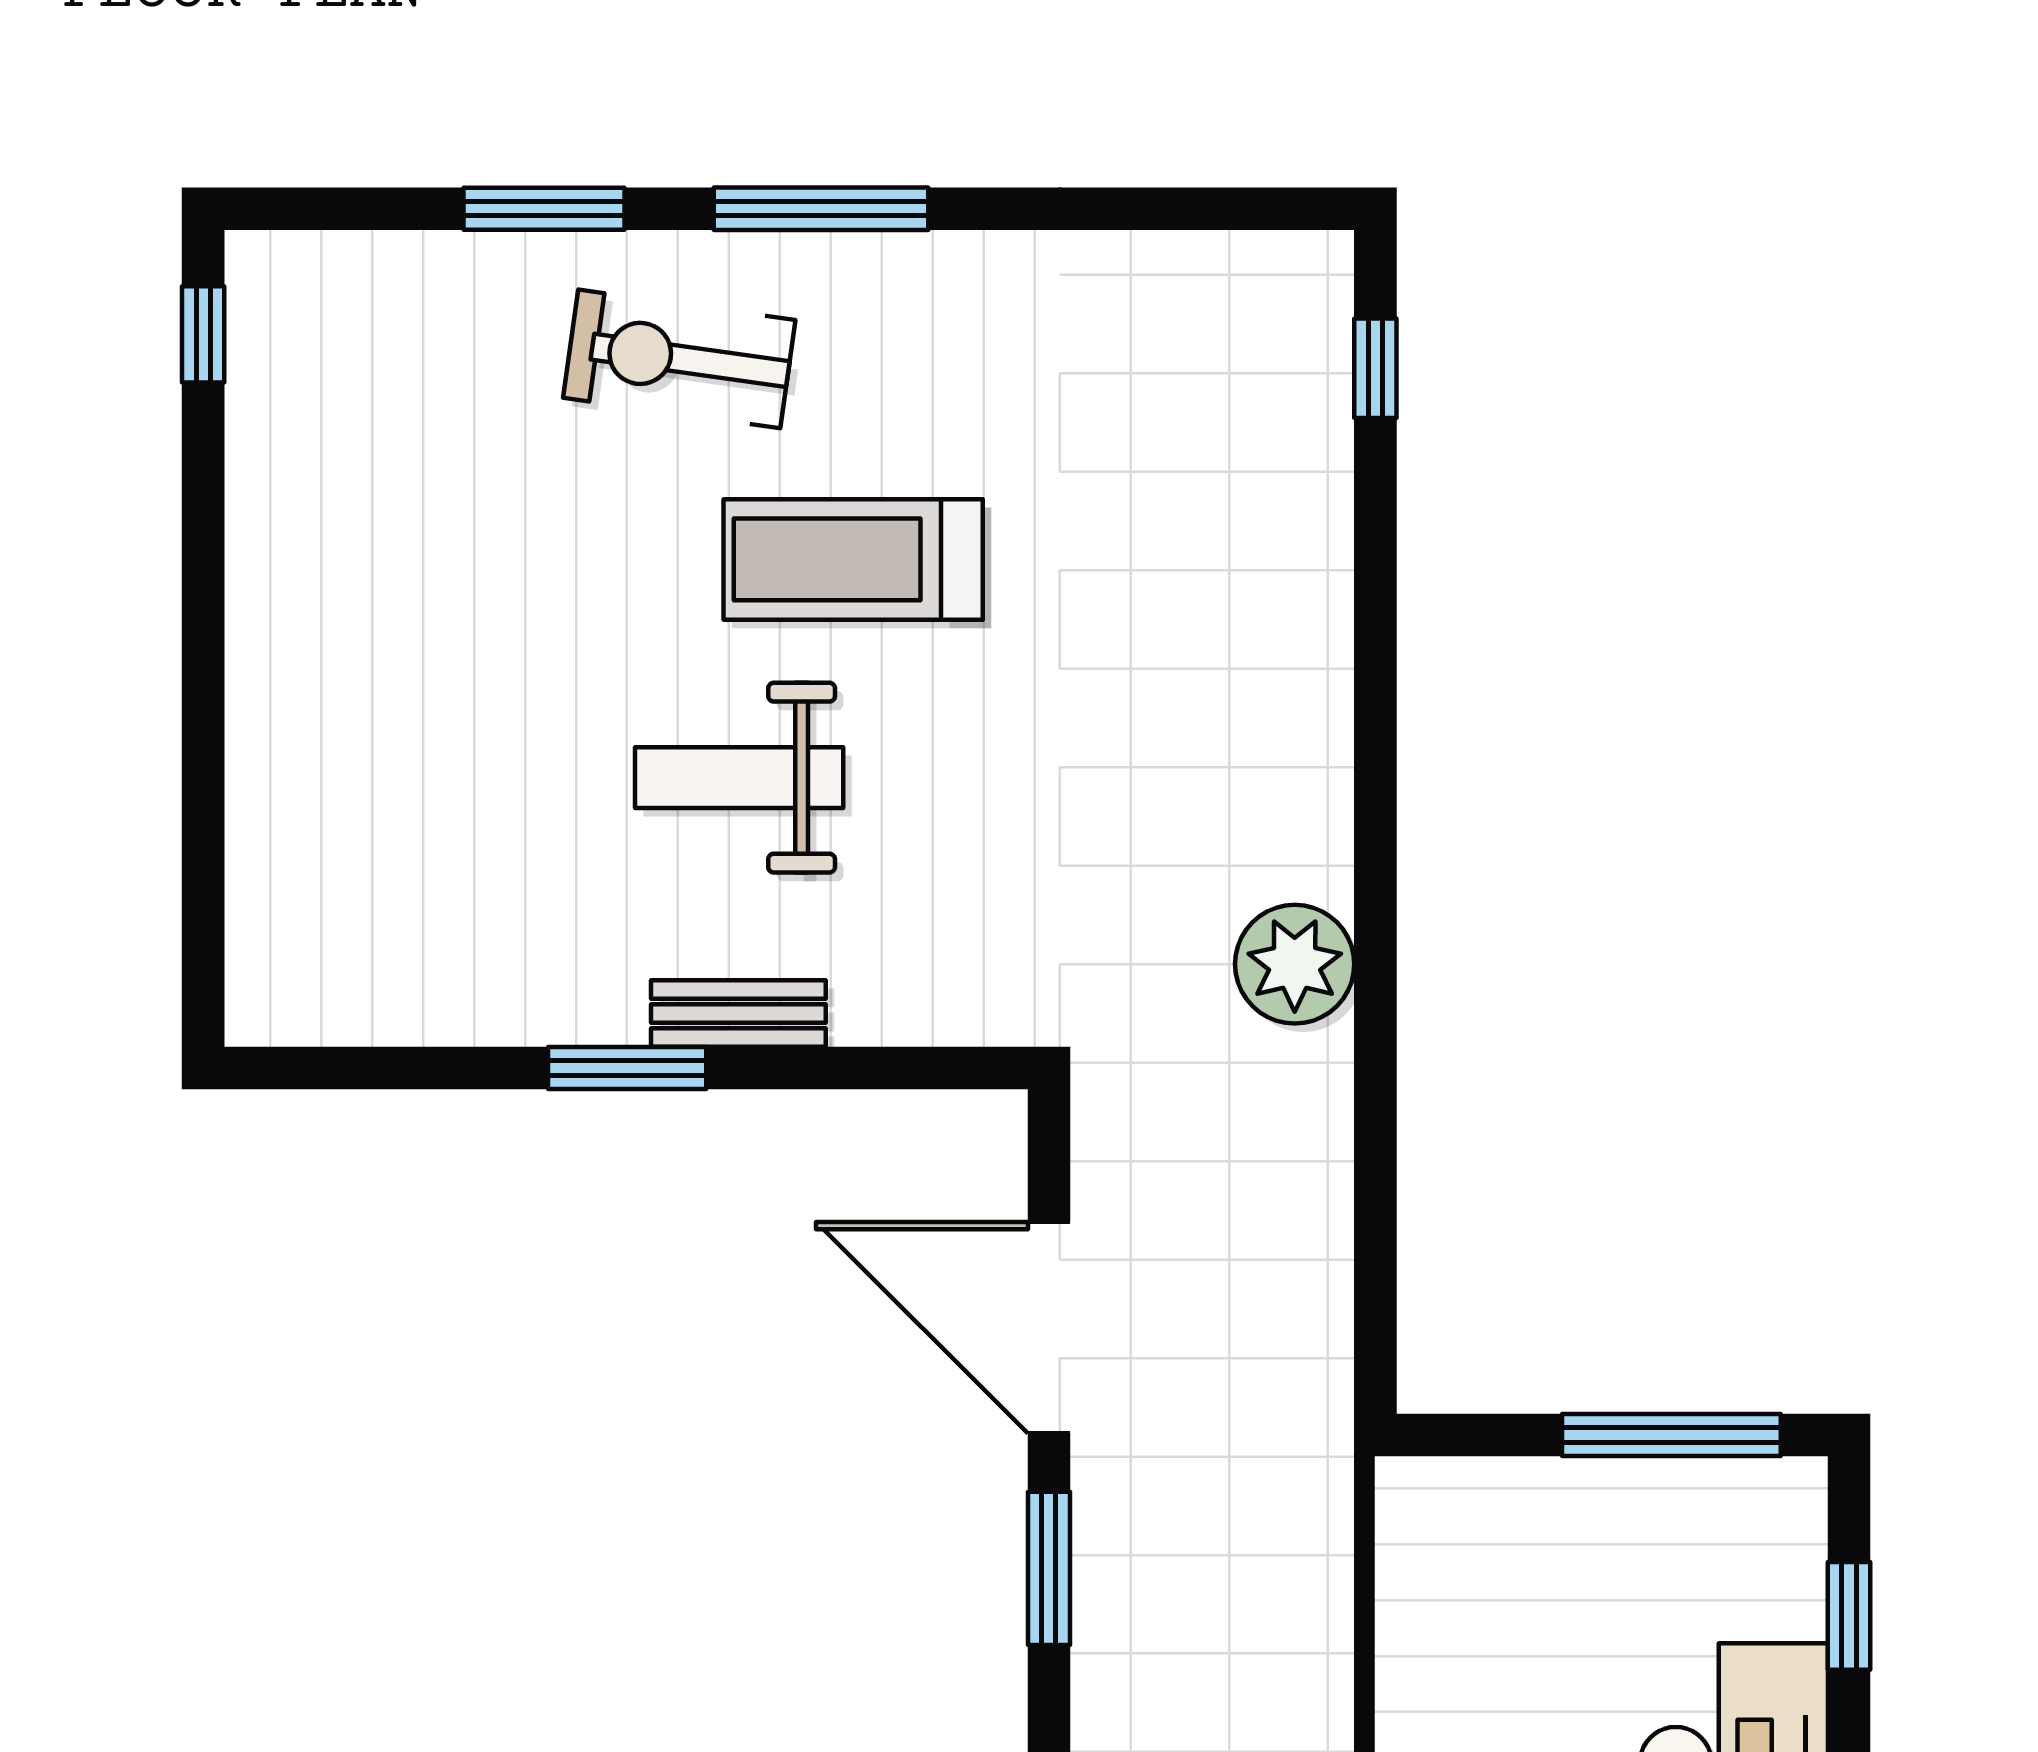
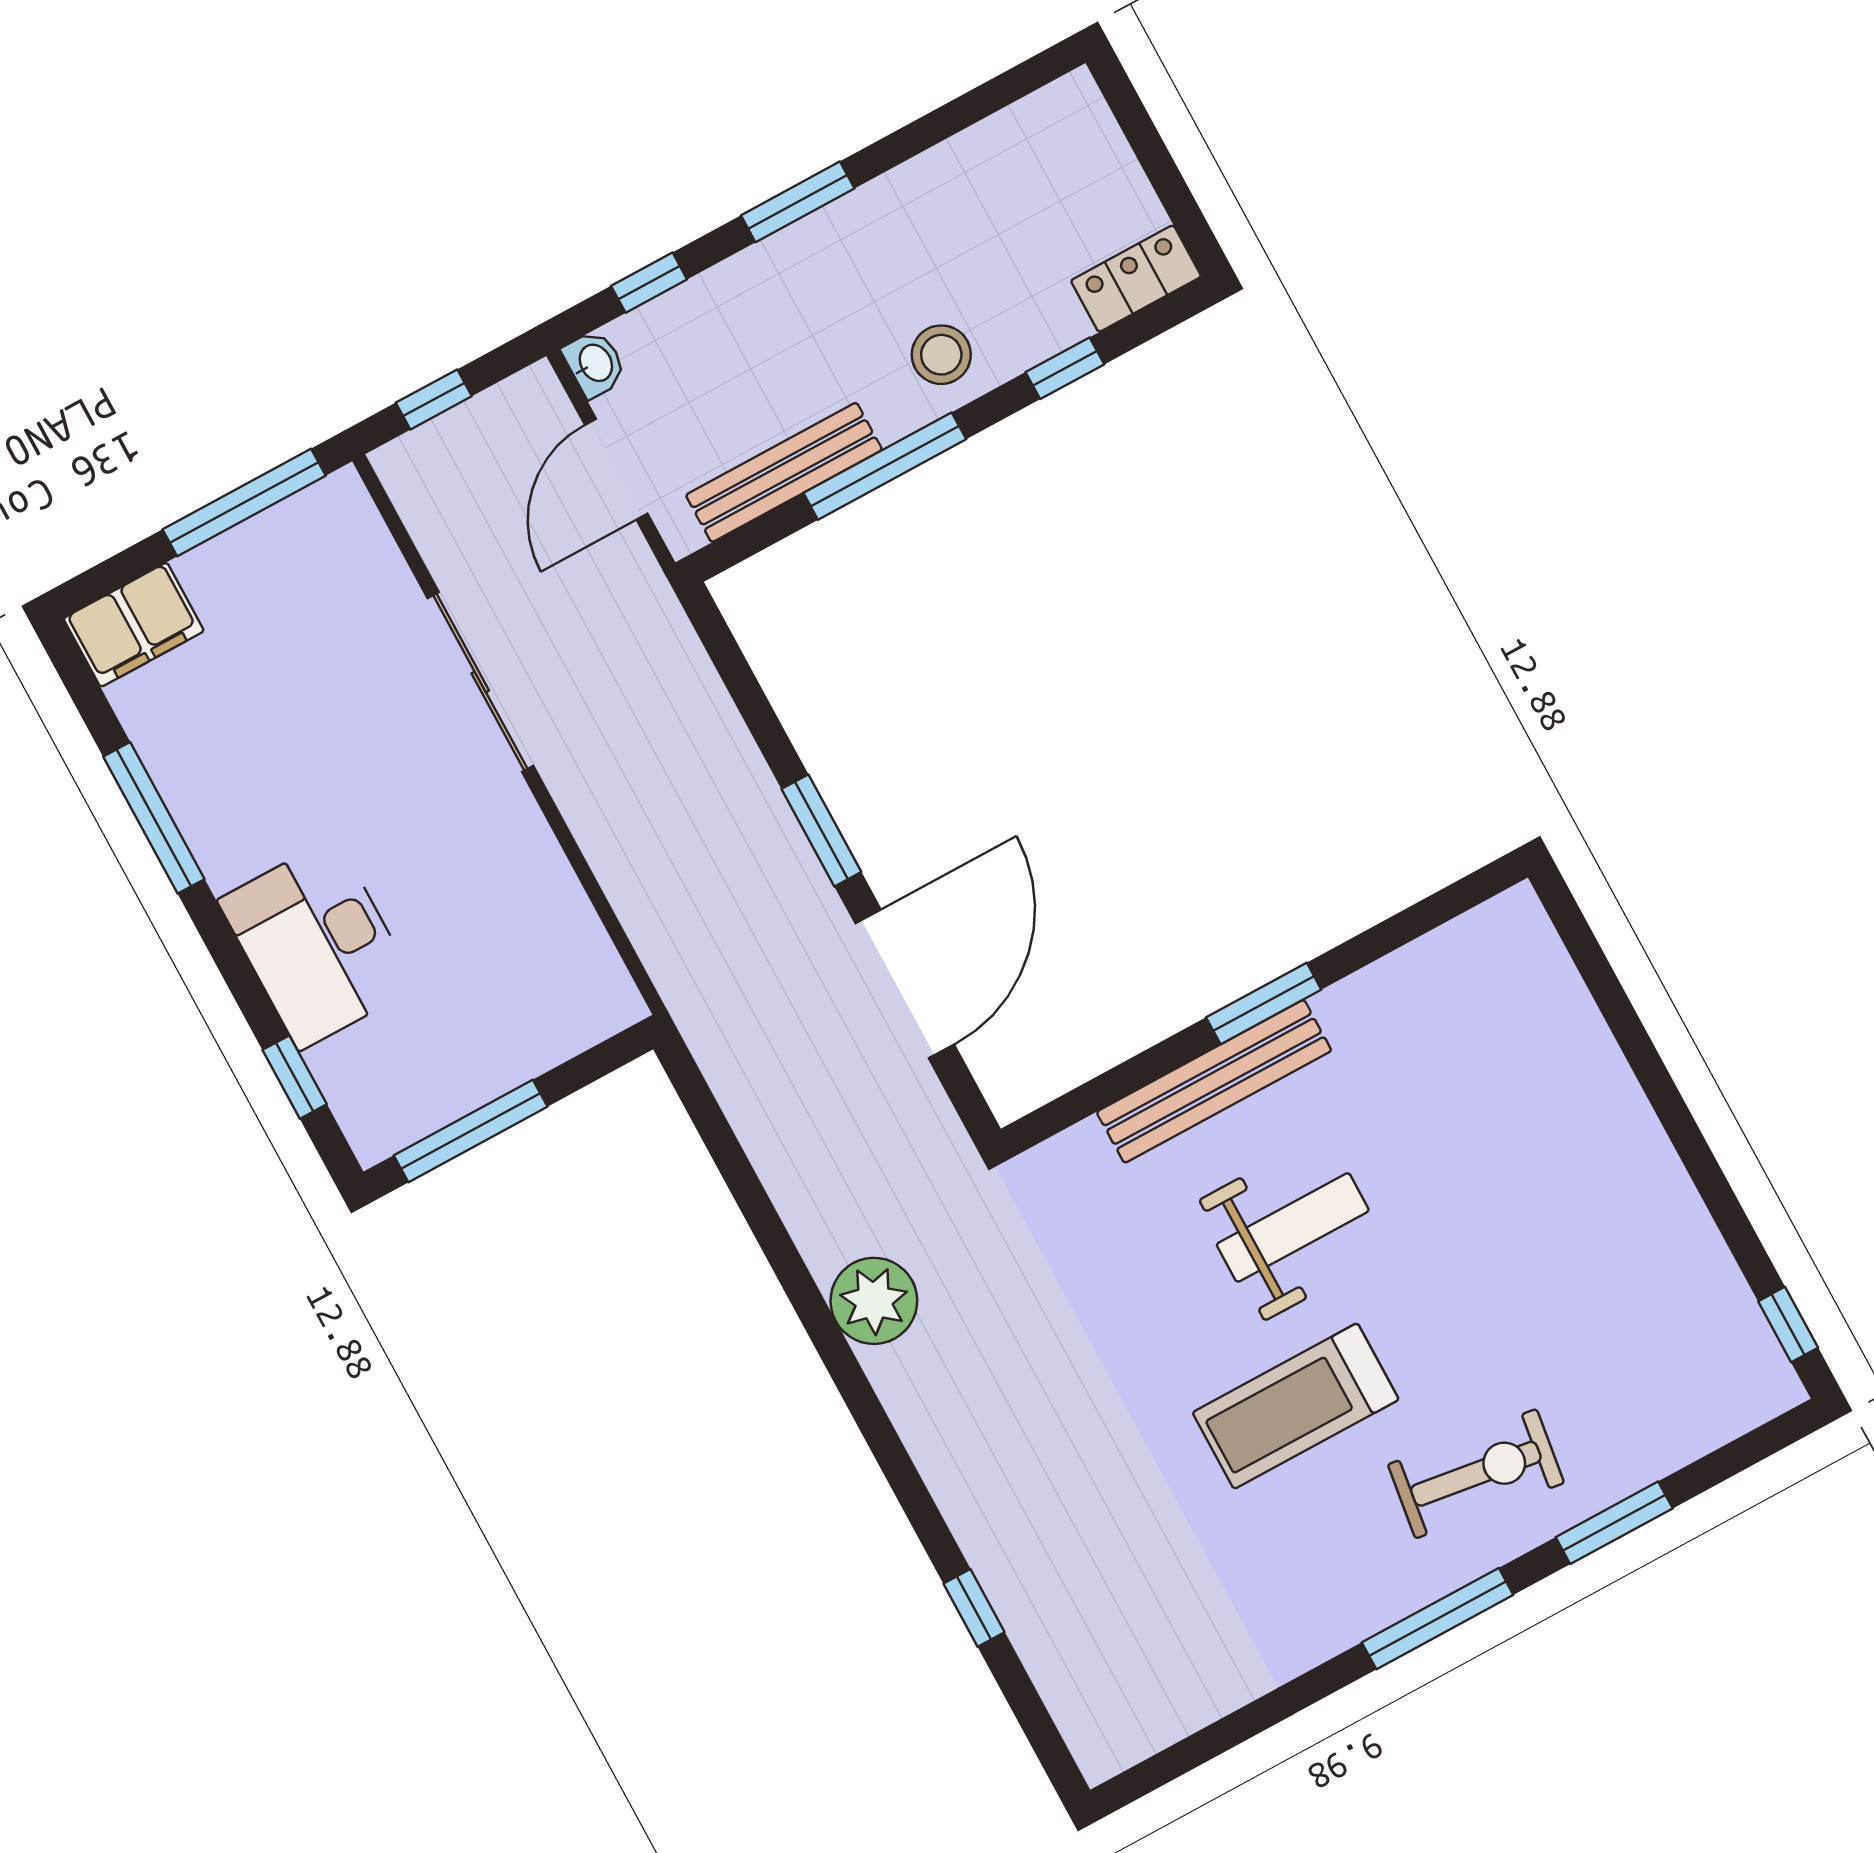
window: (1375, 368) -> (974, 1608), moved
treadmill: (853, 559) -> (1296, 1406), turned 180
bench: (738, 1013) -> (1214, 1081), width x1.86, depth x1.21
door: (1049, 1328) -> (905, 984), hinge flipped

